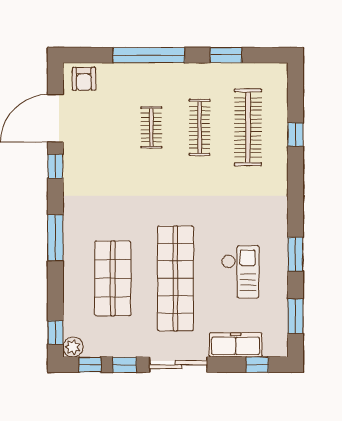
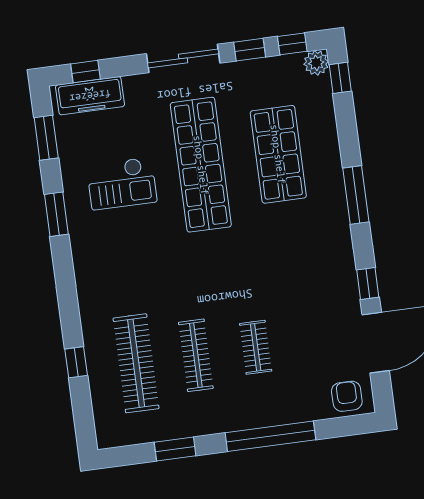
checkout: (240, 272) -> (122, 183), turned -90
freezer: (236, 345) -> (90, 96), moved

